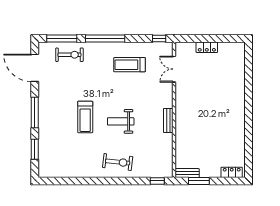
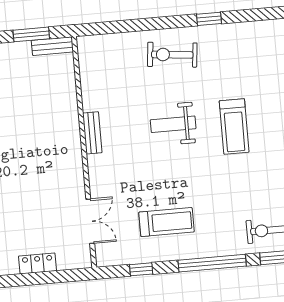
window: (159, 38) -> (141, 269), moved
treadmill: (85, 117) -> (234, 126), turned 180
weight bench: (121, 121) -> (173, 124), turned 180
window: (157, 181) -> (209, 19), moved

